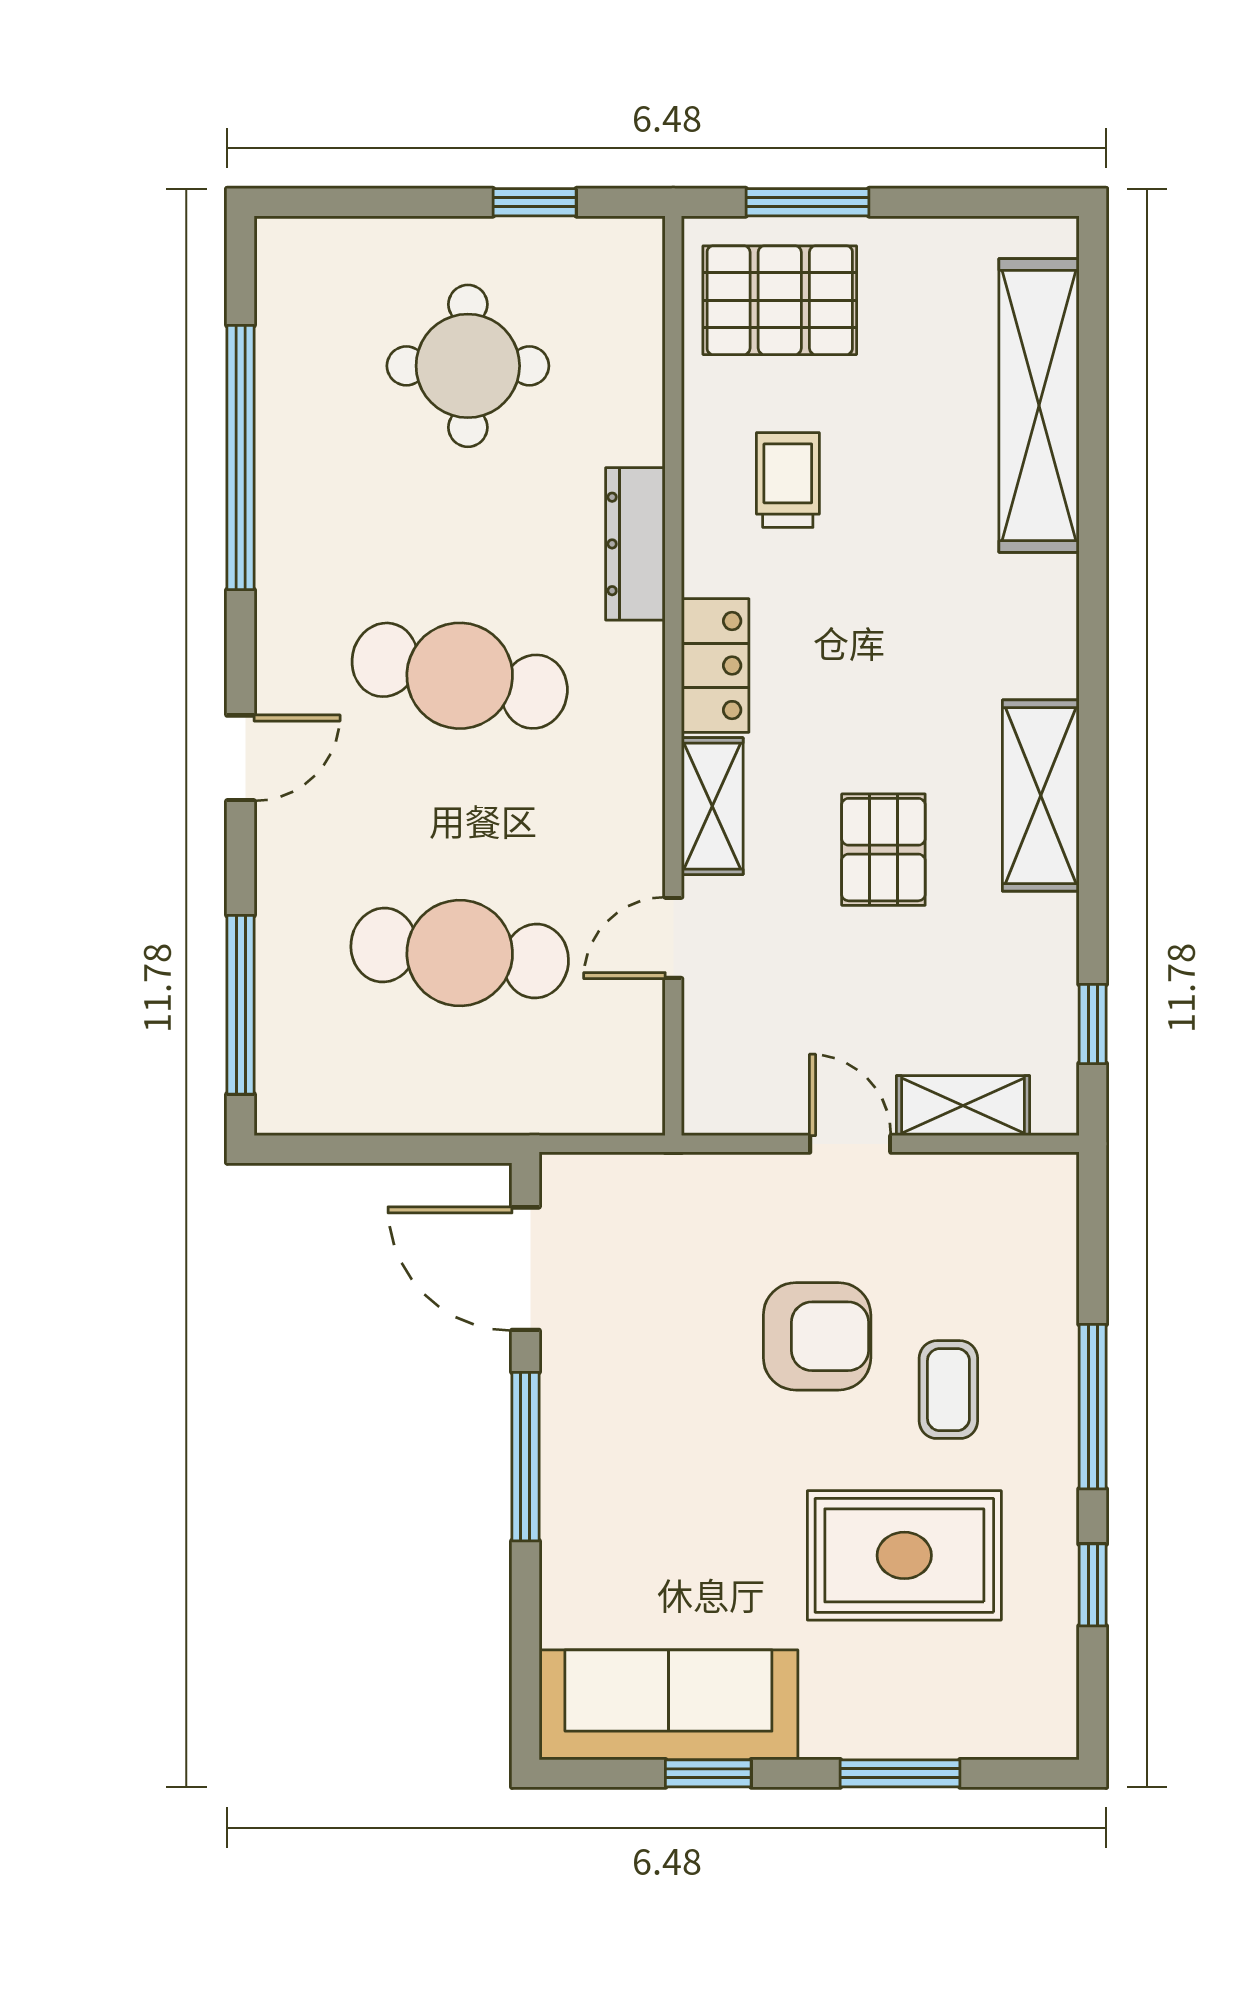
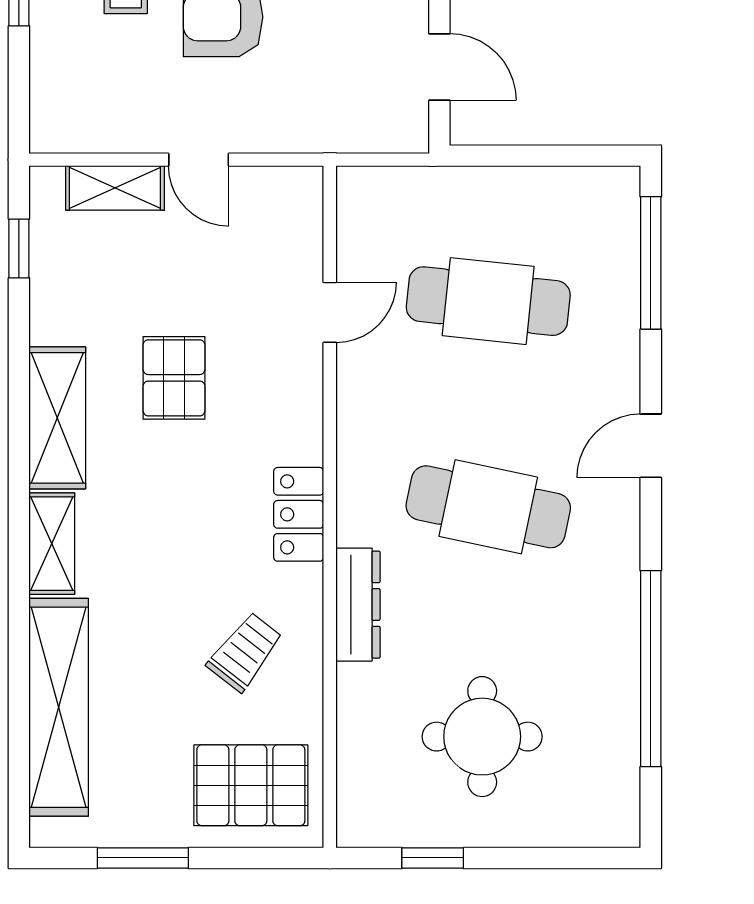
window: (807, 202) -> (143, 858), moved
trolley: (788, 480) -> (245, 652), turned -142
shelving: (712, 806) -> (52, 544), moved
door: (525, 1269) -> (439, 67), width x0.73

